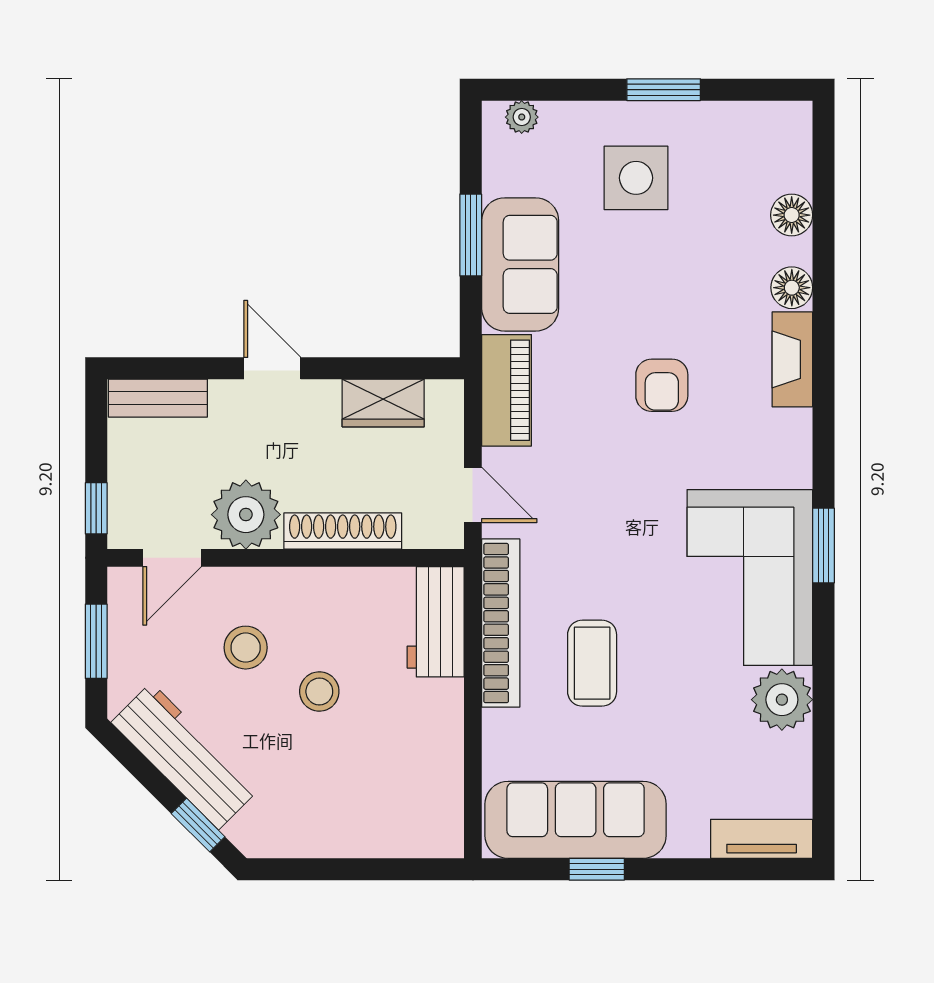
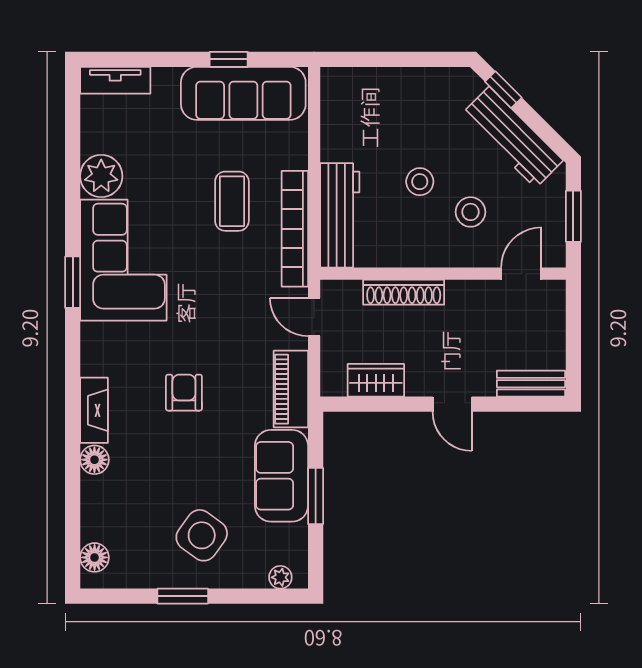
side table: (636, 178) -> (202, 535), turned 36
floor lamp: (792, 215) -> (95, 557), moved
window: (96, 508) -> (573, 308), removed
plant: (246, 515) -> (470, 304), removed
workbench: (436, 622) -> (340, 215), width x1.38

